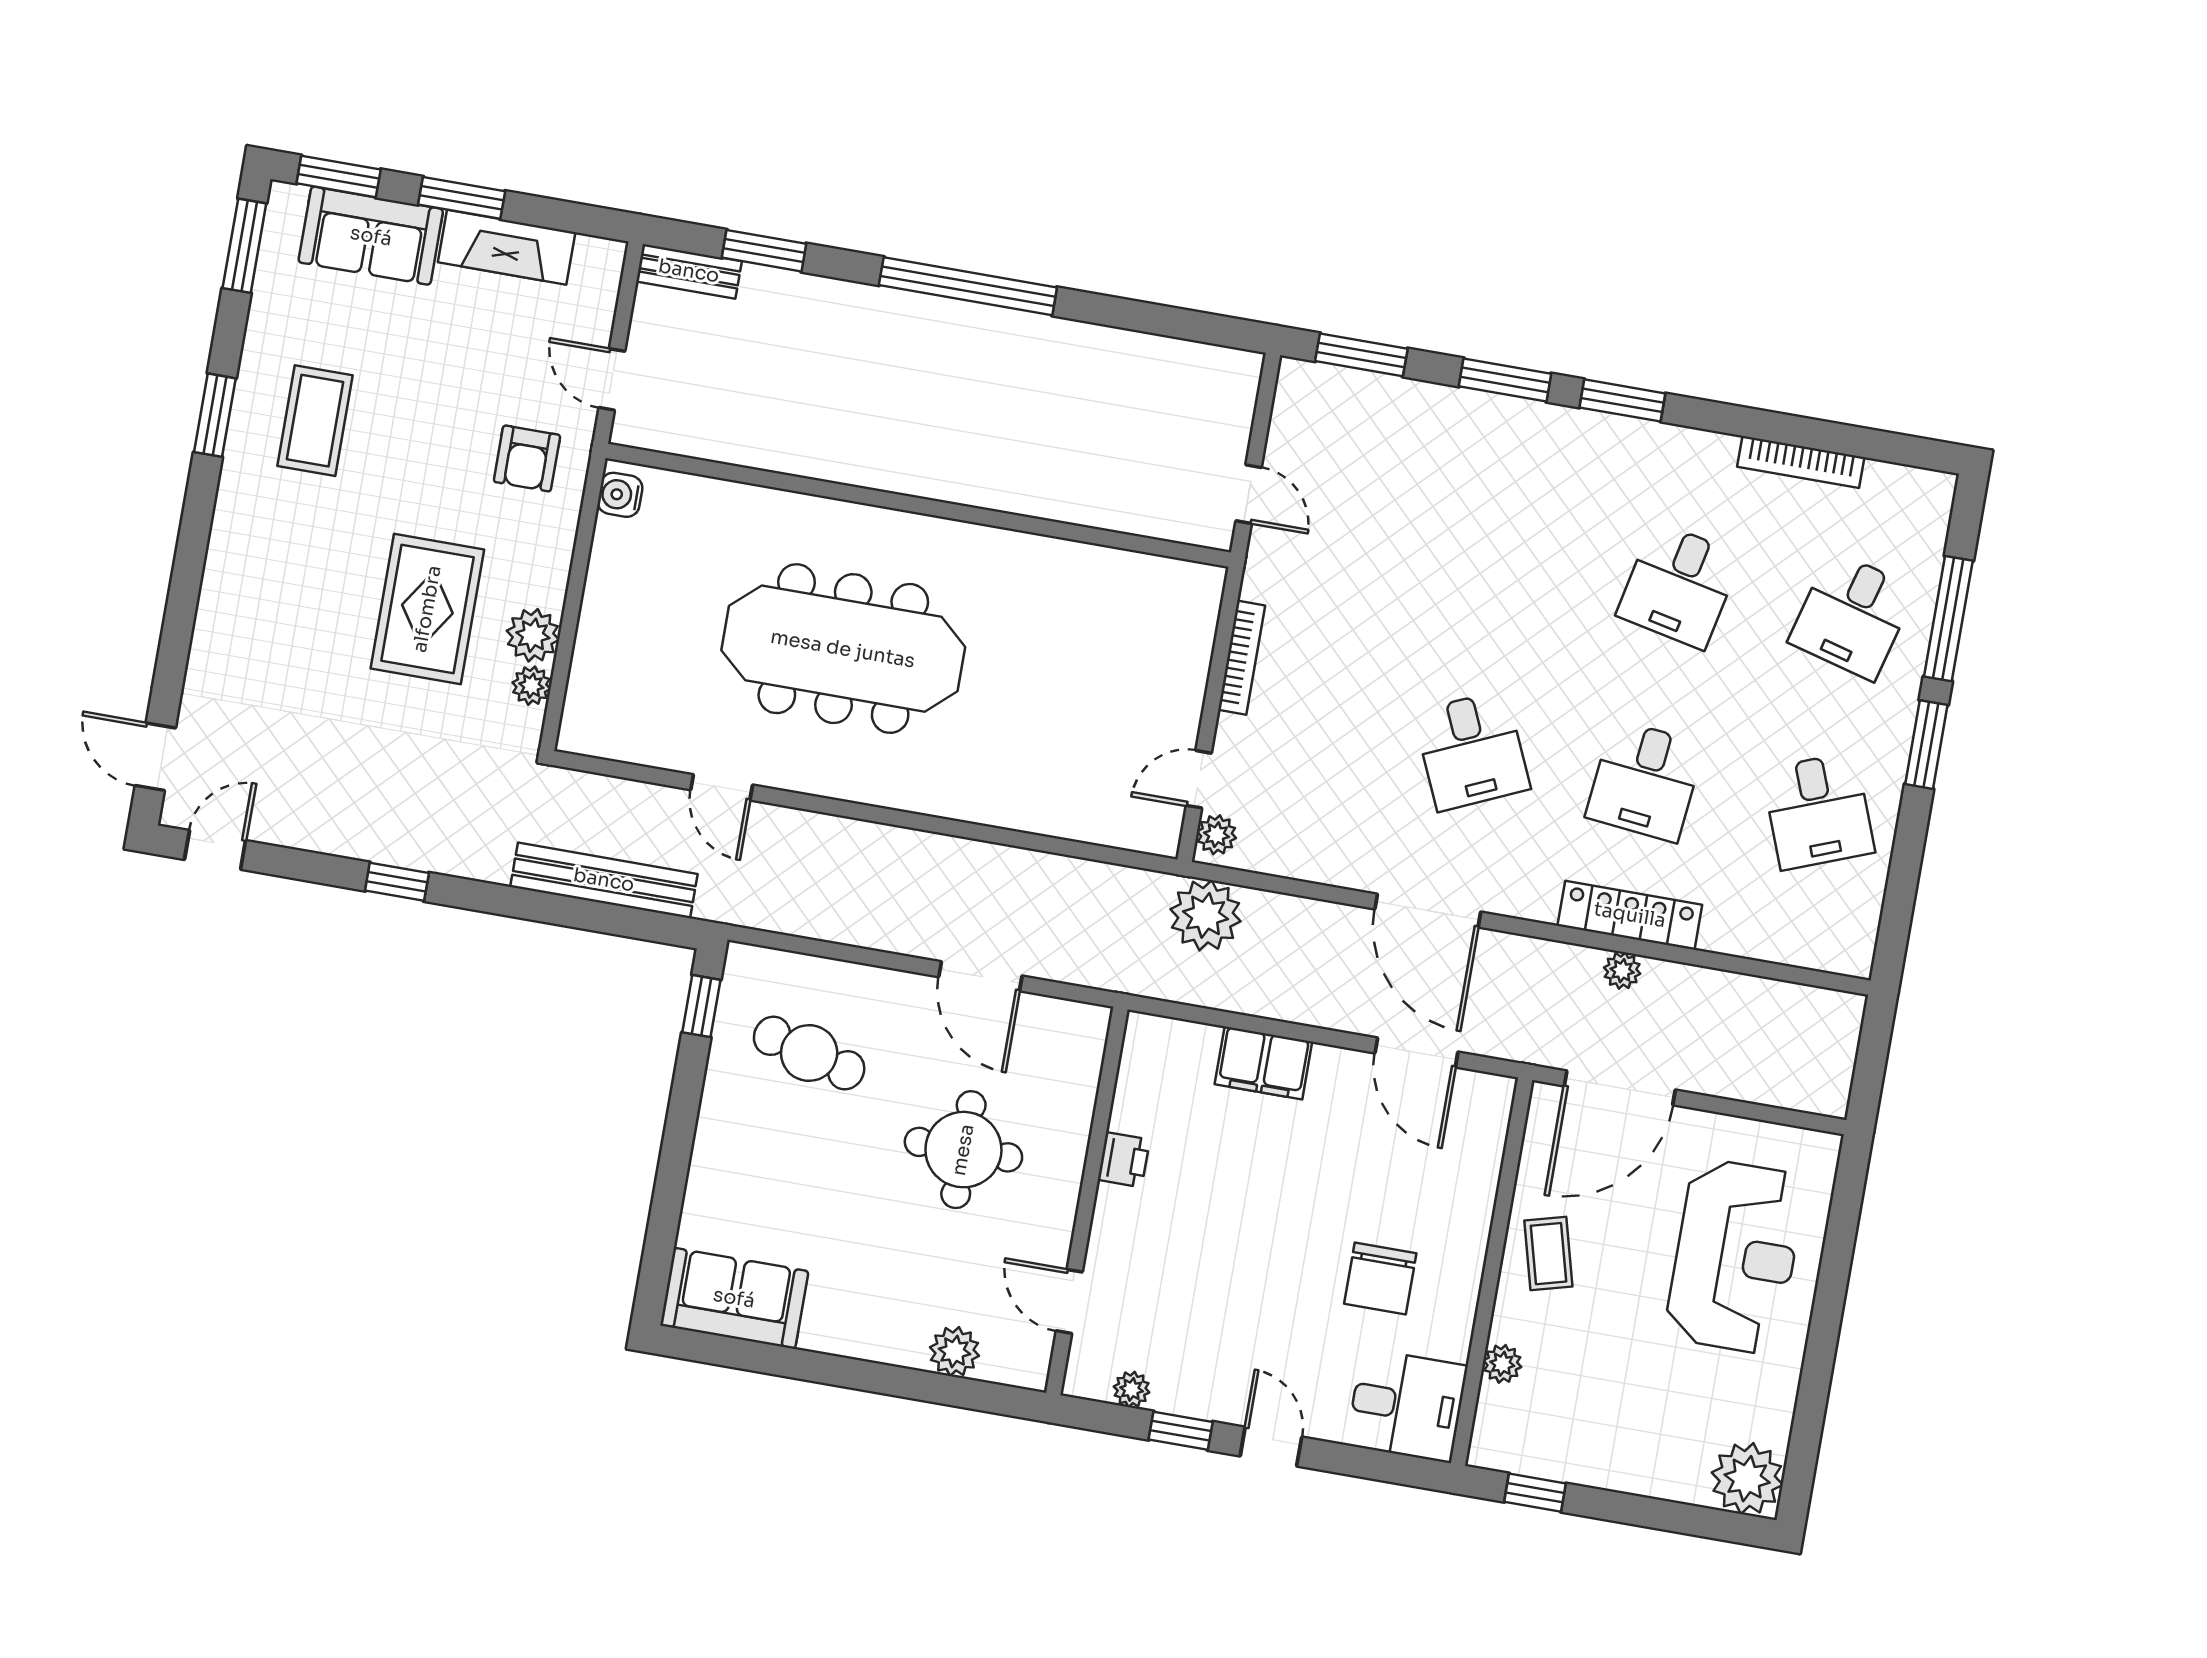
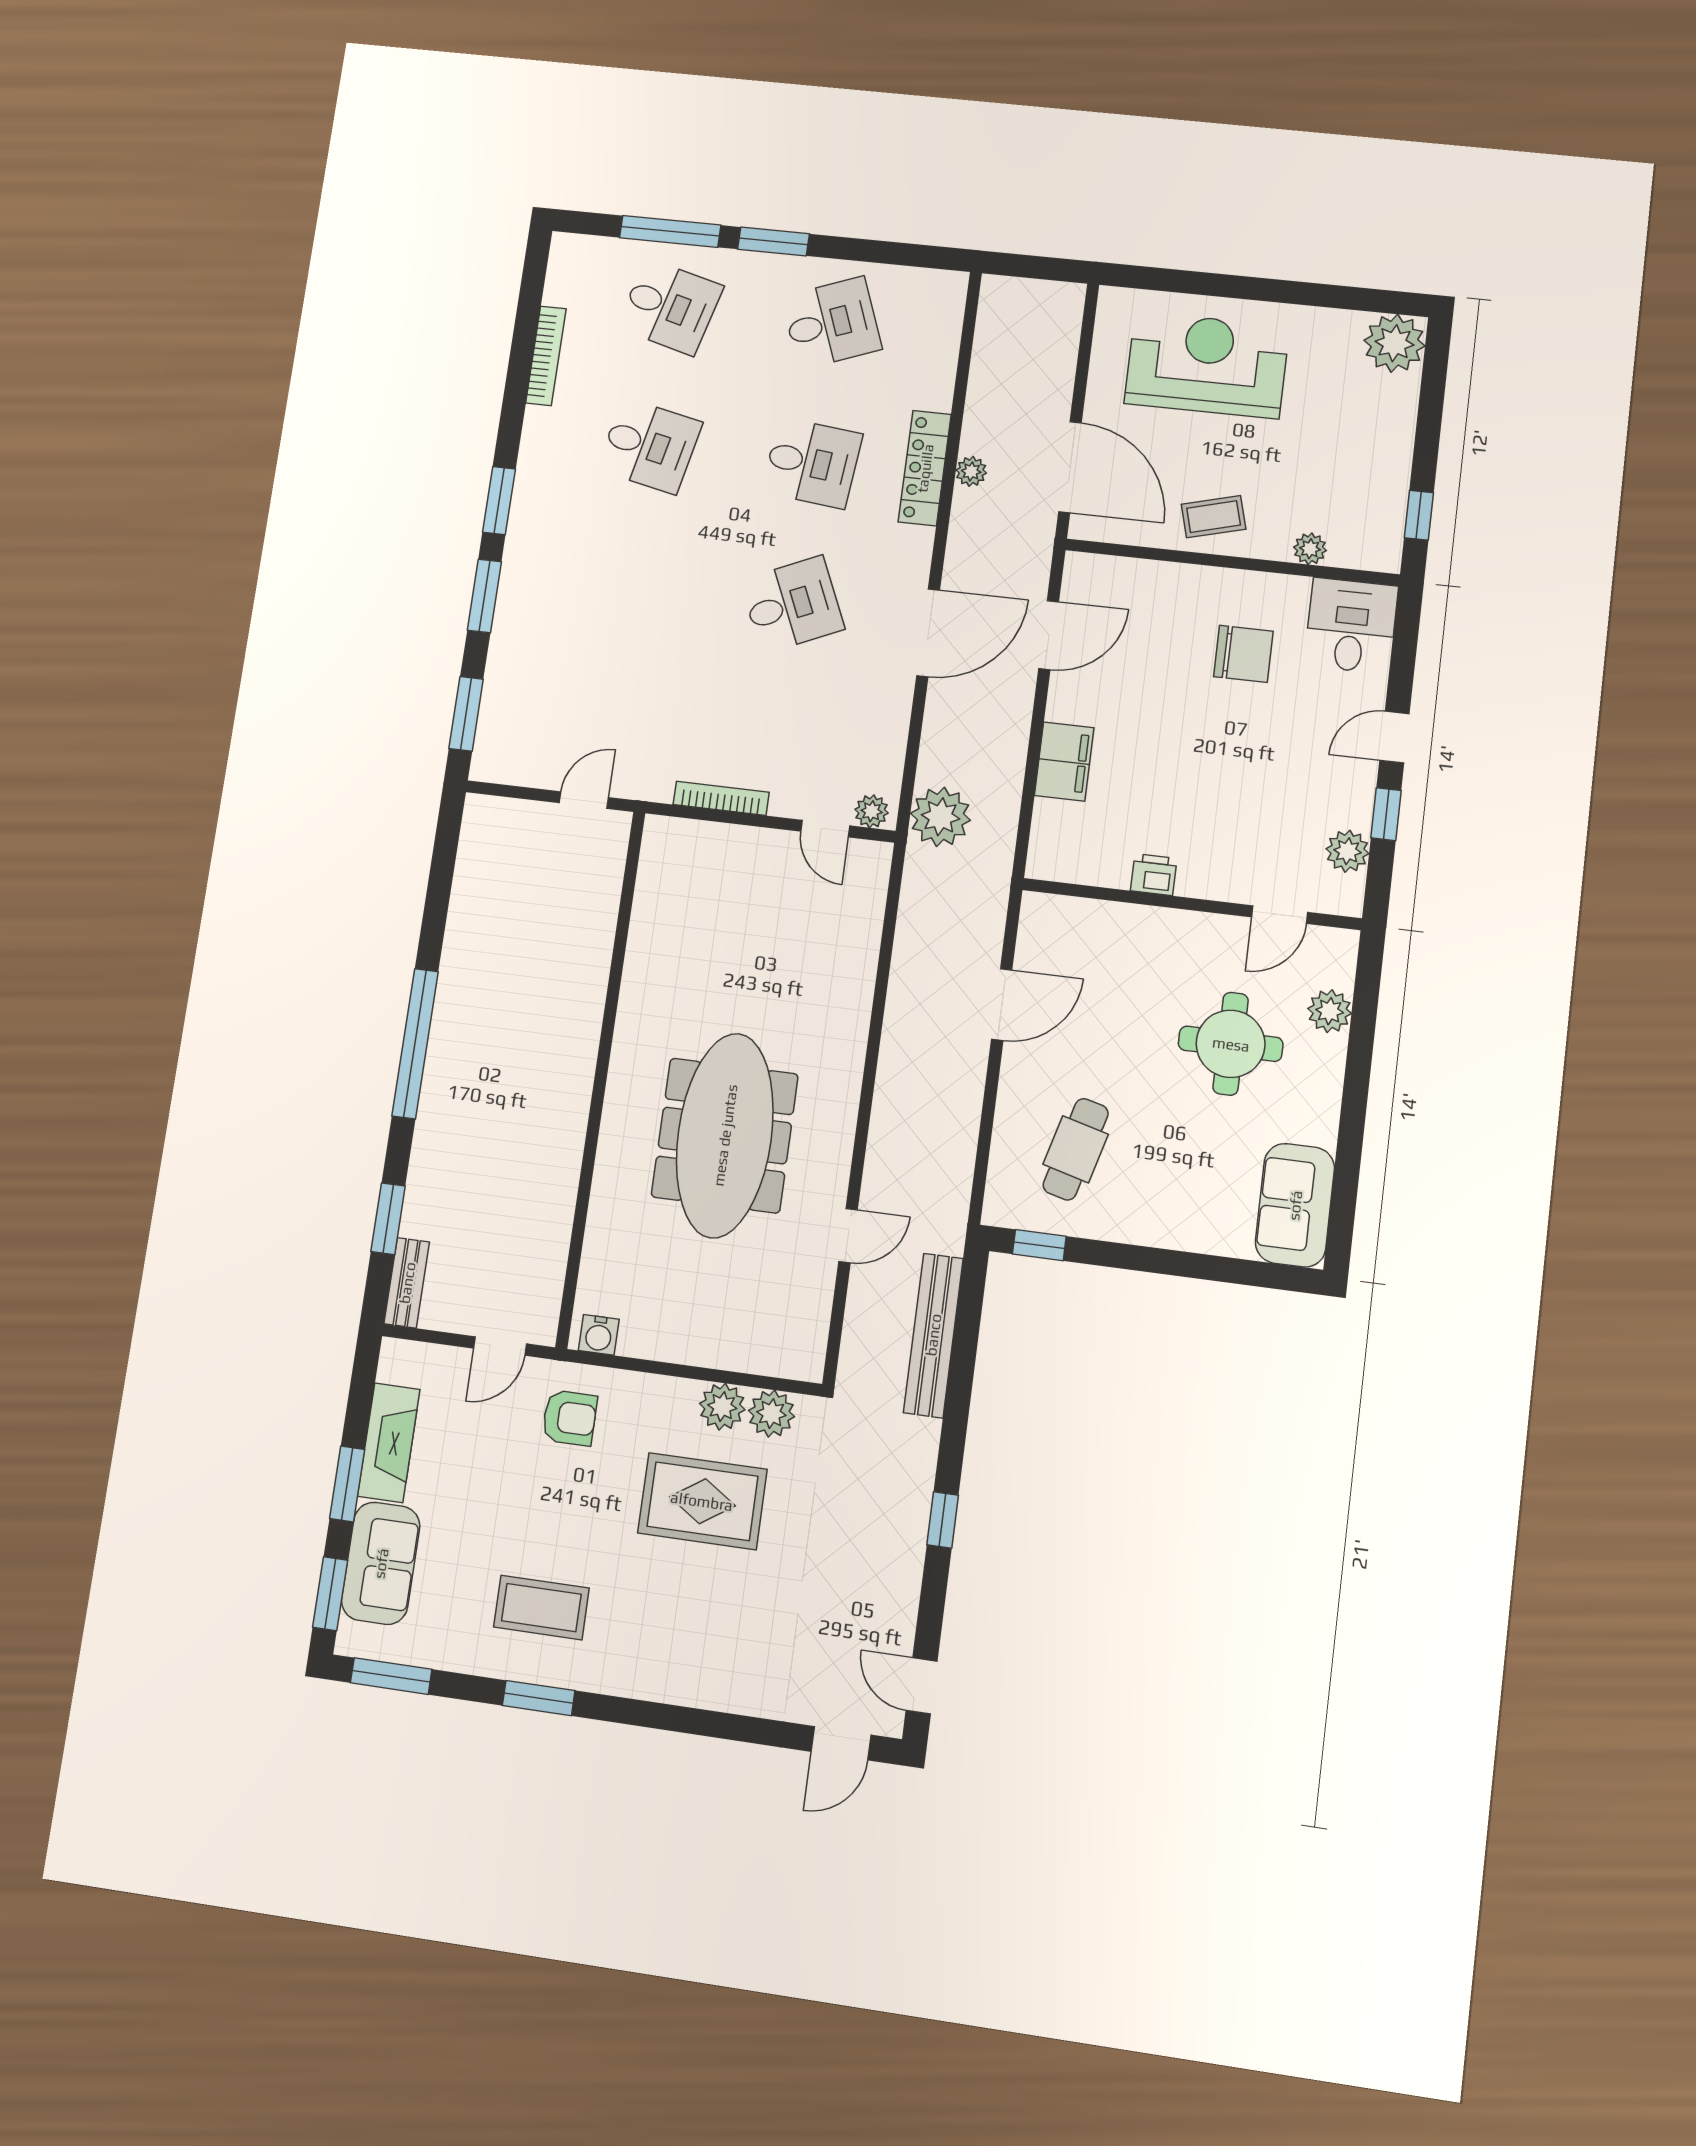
plant: (531, 686) -> (771, 1414), width x1.38, depth x1.38
round table: (963, 1150) -> (1231, 1044), moved
plant: (1132, 1389) -> (1348, 851), width x1.38, depth x1.38

